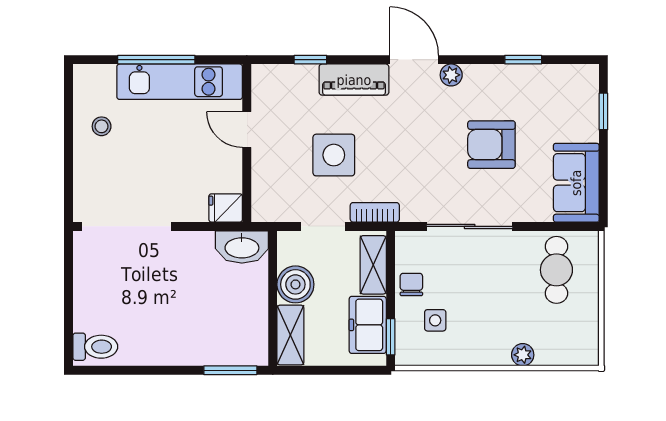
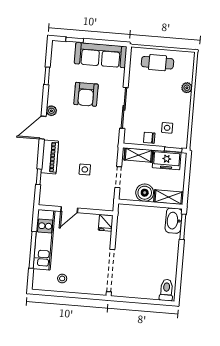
side table: (334, 155) -> (85, 169), width x0.54, depth x0.54
sofa: (576, 183) -> (101, 55), width x1.36
bookcase: (375, 212) -> (114, 152), removed
washbasin: (242, 247) -> (174, 221), moved, turned 180
cafe table: (556, 270) -> (157, 63), moved

